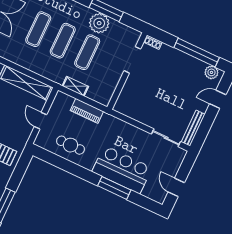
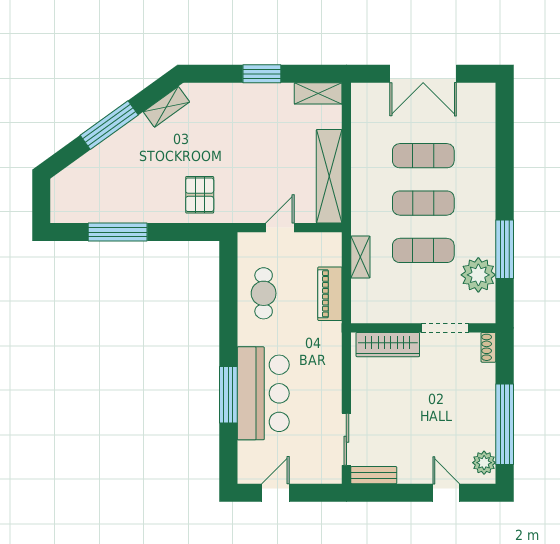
plant: (99, 23) -> (478, 275), moved
wardrobe: (127, 93) -> (388, 345), added
bench: (193, 128) -> (374, 475), width x0.73

